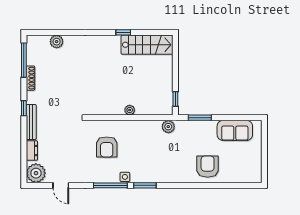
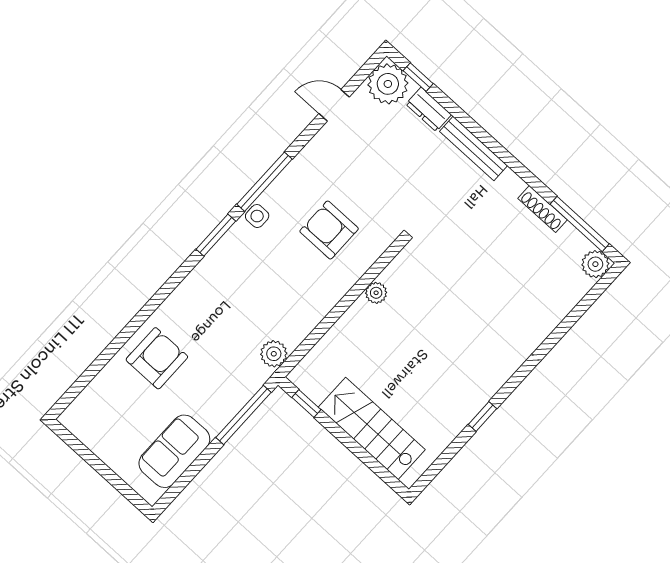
plant: (57, 42) -> (595, 264), moved
stairs: (147, 45) -> (372, 428), moved, turned 90
window: (24, 108) -> (418, 77), moved
plant: (130, 110) -> (376, 293), moved
window: (200, 118) -> (243, 415), width x1.44
armchair: (208, 167) -> (157, 358), turned -90

